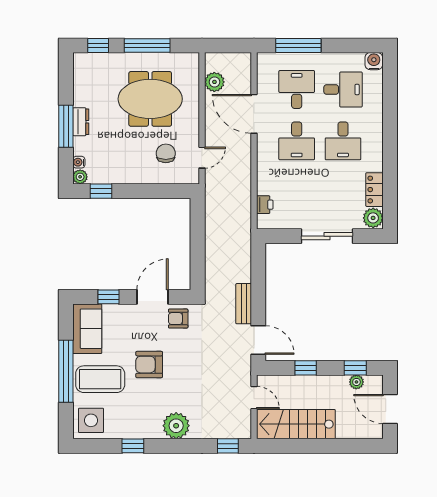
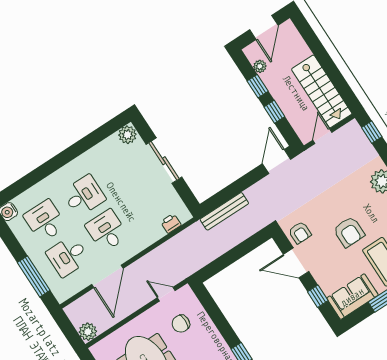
plant: (214, 82) -> (88, 332), moved
desk: (297, 141) -> (107, 231), turned -90
locker: (375, 190) -> (105, 148), removed
bench: (244, 304) -> (224, 211), moved, width x1.36
window: (355, 368) -> (258, 86), moved

